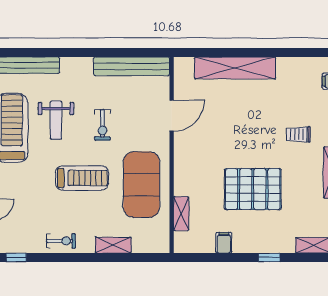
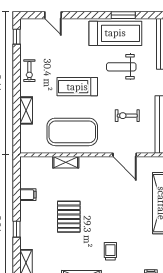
exercise bike: (102, 125) -> (127, 116), moved
treadmill: (82, 178) -> (77, 87), turned 90
pallet: (253, 189) -> (69, 217), width x0.73, depth x0.71
shelving: (181, 214) -> (66, 162), moved

